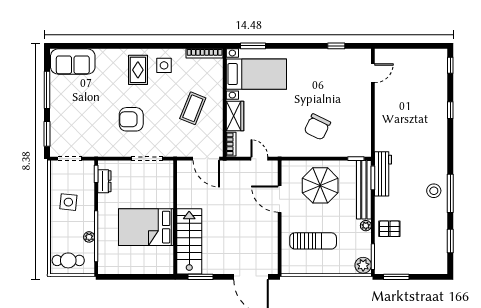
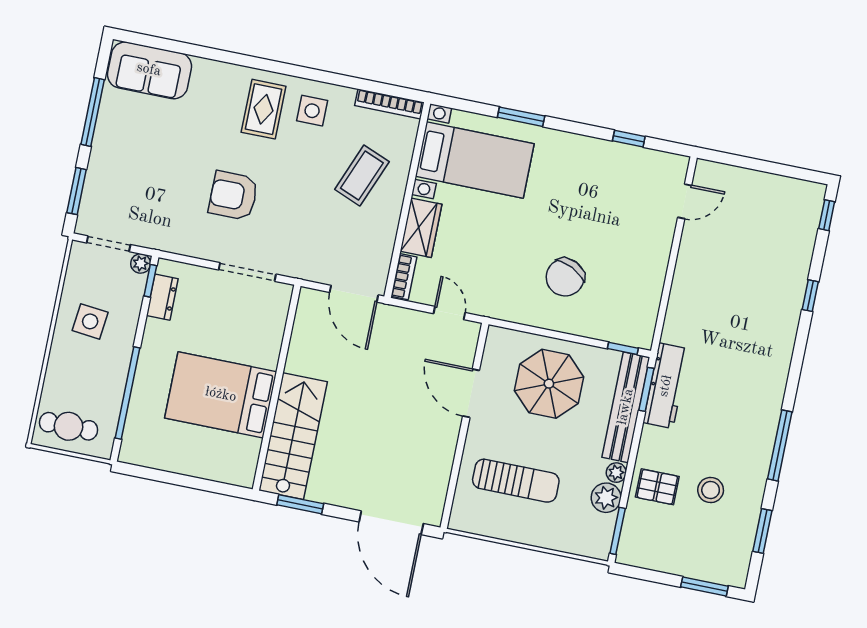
window: (253, 46) -> (521, 117), moved
coffee table: (193, 108) -> (362, 175), moved
stool: (434, 191) -> (711, 490), moved
plant: (89, 237) -> (141, 263), moved
plant: (363, 265) -> (606, 498), moved
window: (396, 277) -> (704, 587), moved

